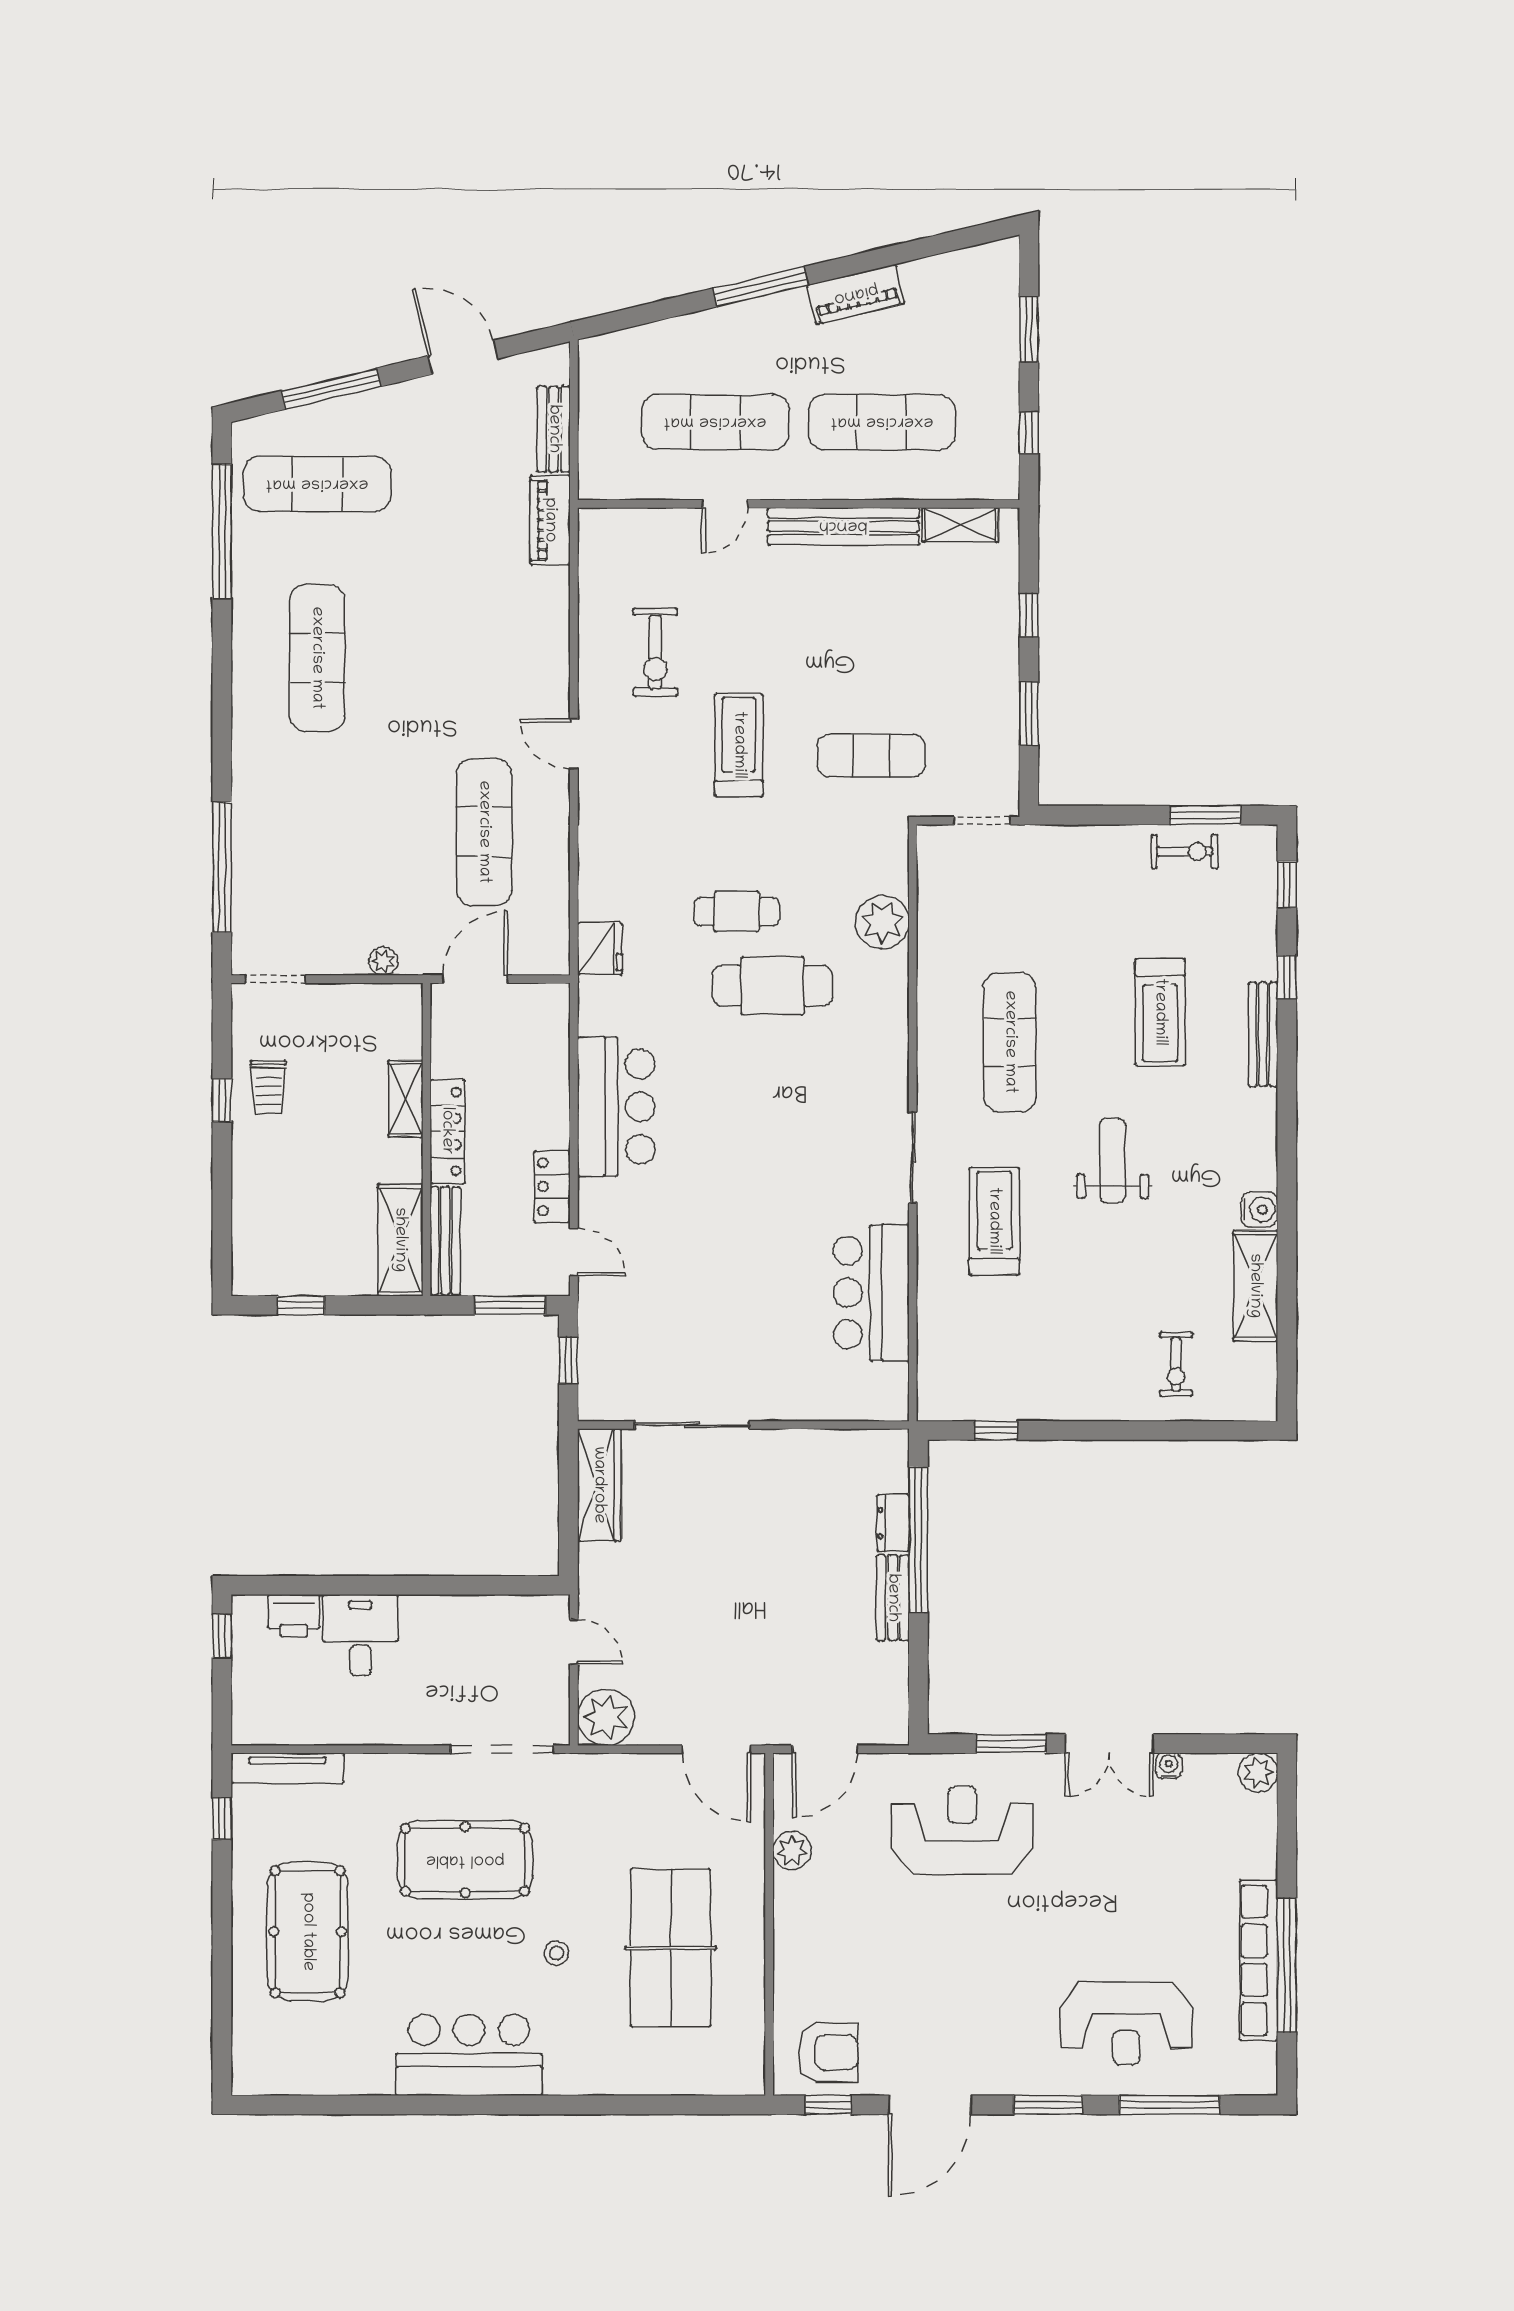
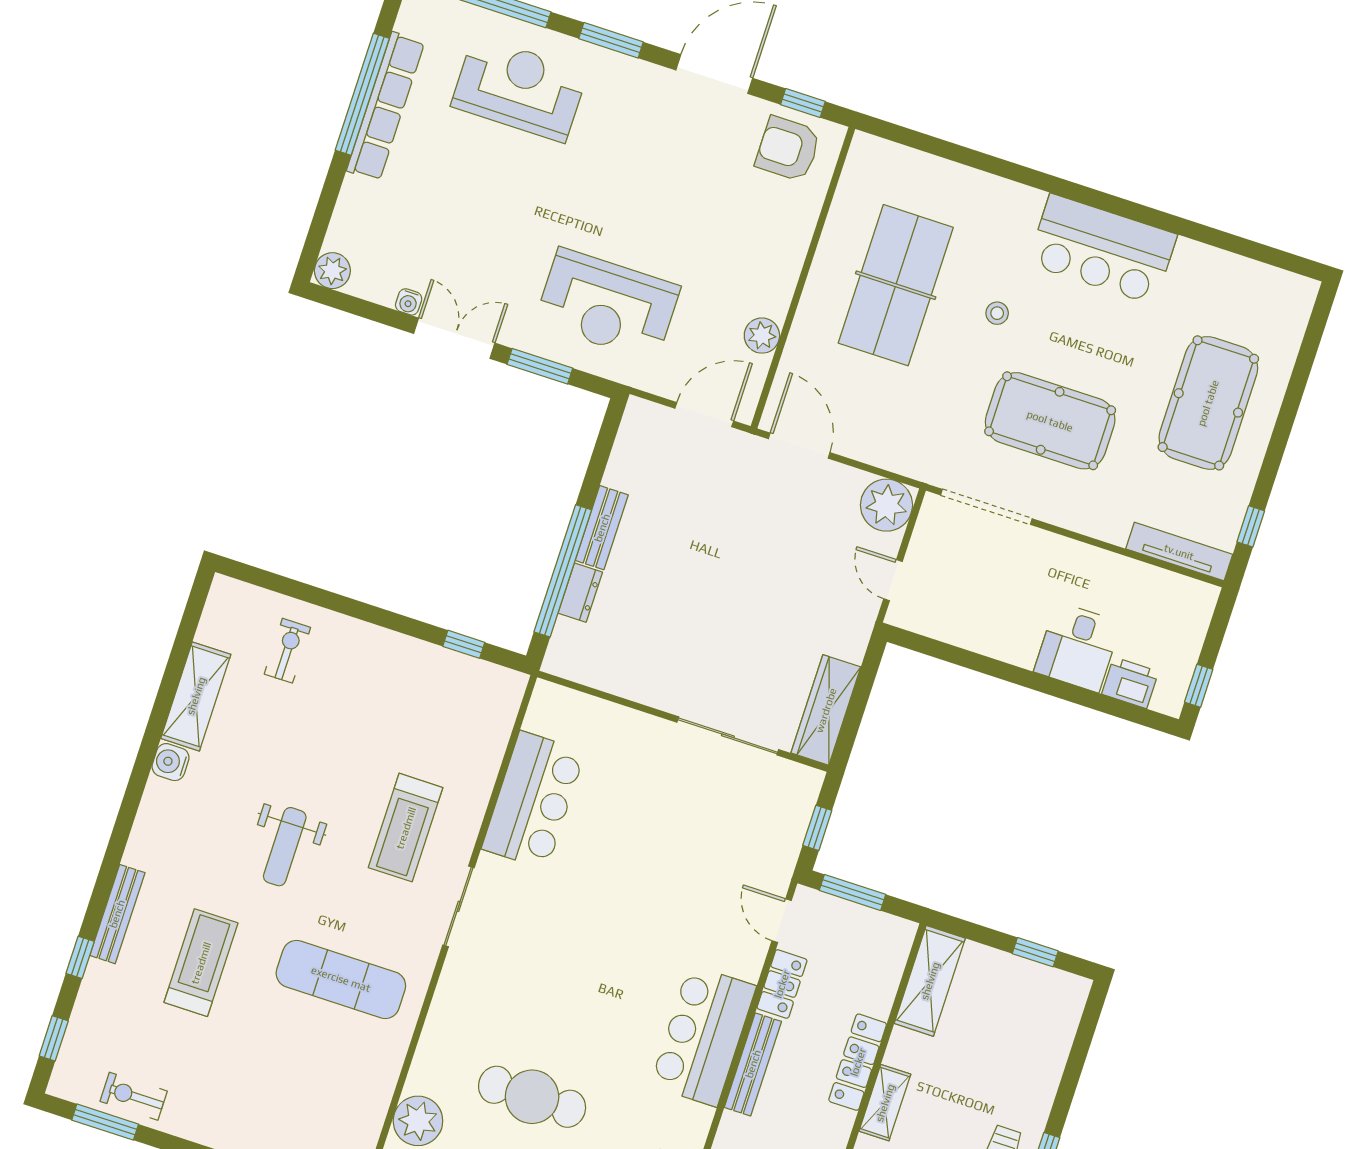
exercise mat: (1010, 1042) -> (341, 979), turned 90
bench: (445, 1241) -> (753, 1064), moved

